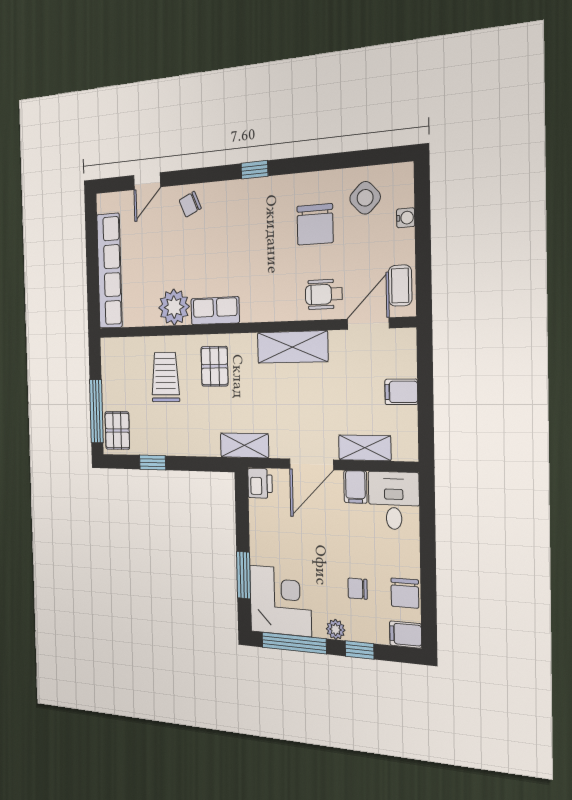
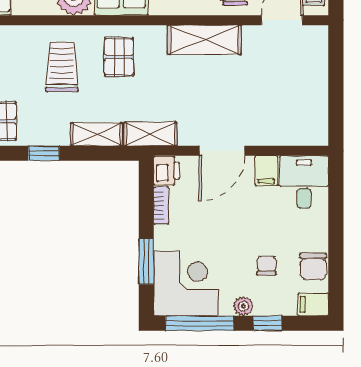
filing cabinet: (401, 392) -> (313, 83), removed
shelving: (365, 448) -> (96, 134), moved
bookcase: (256, 519) -> (161, 206), added
chair: (358, 589) -> (267, 266), turned 90

